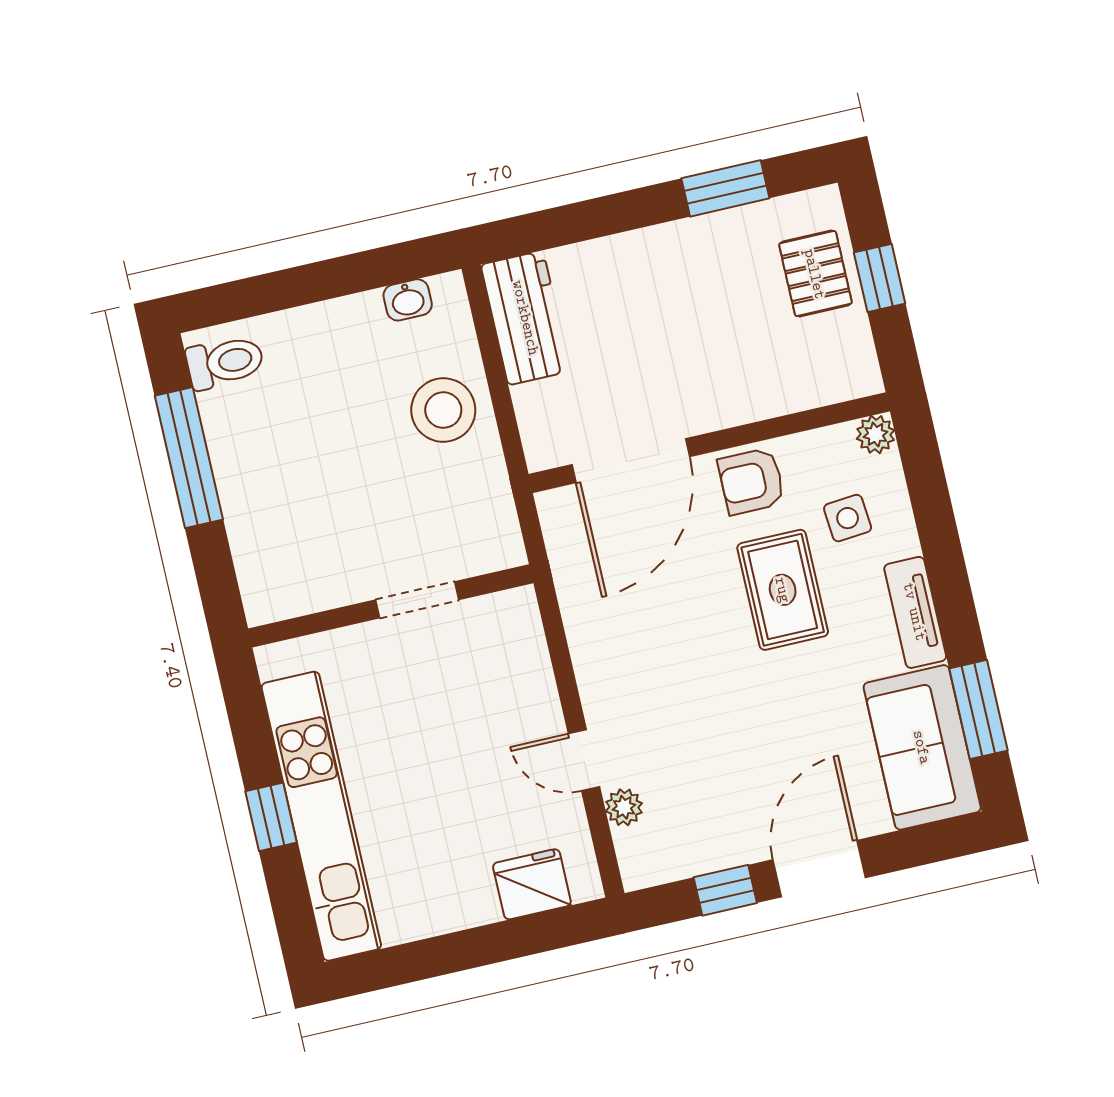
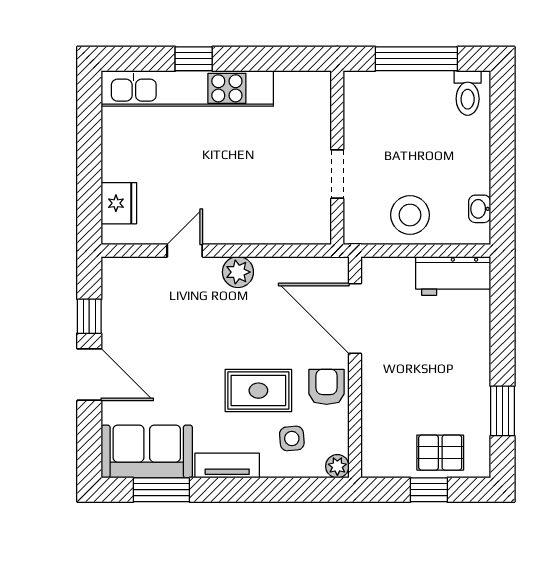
doorway: (417, 600) -> (337, 174), moved
wall: (391, 606) -> (337, 158), moved
plant: (624, 807) -> (238, 272), moved, width x1.38, depth x1.38

